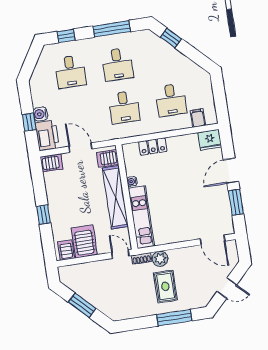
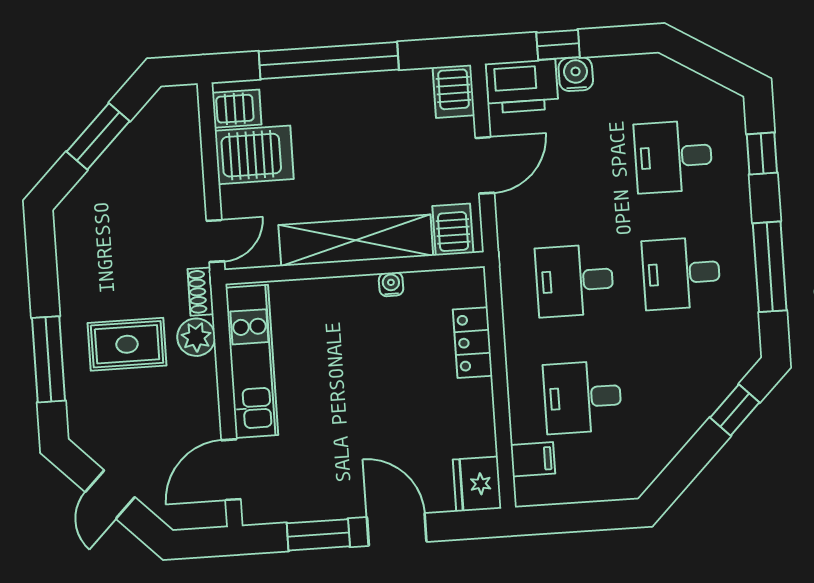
window: (43, 215) -> (329, 61), width x3.17
kitchen unit: (141, 217) -> (252, 361), moved, turned -90

